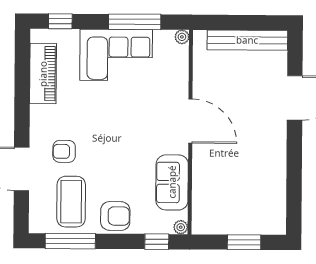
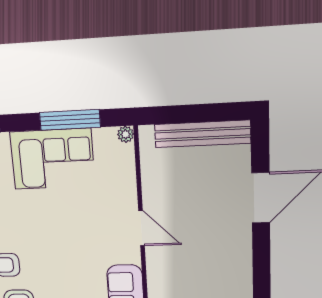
door: (190, 121) -> (141, 228), width x0.73

